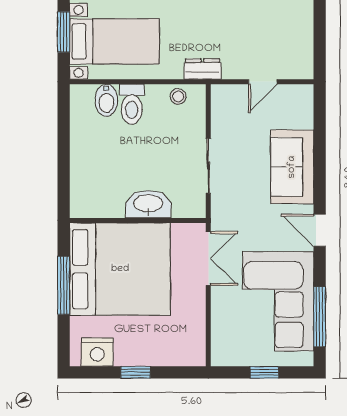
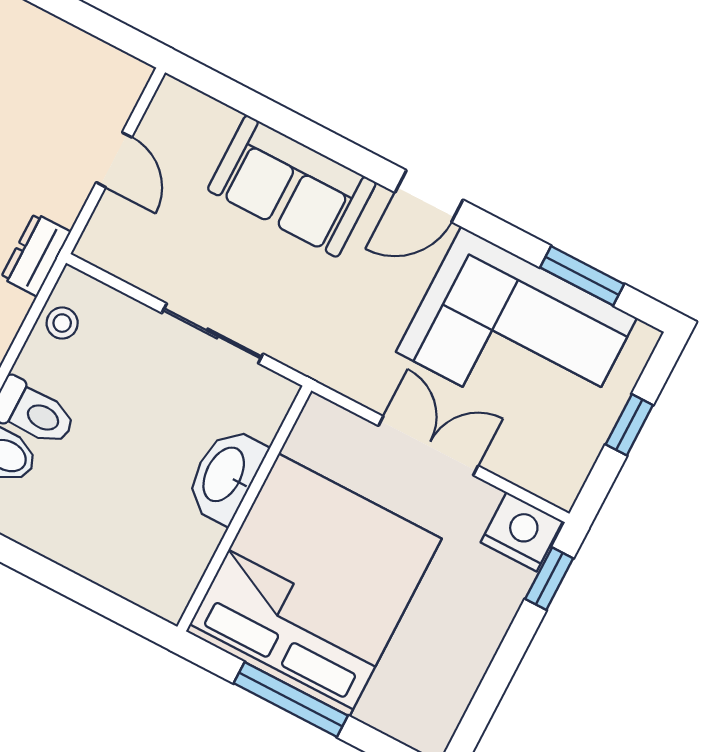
double door: (208, 258) -> (428, 446), moved
window: (320, 317) -> (582, 276), width x0.69
nightstand: (97, 352) -> (522, 532), moved, turned -90
window: (136, 372) -> (549, 579), moved

